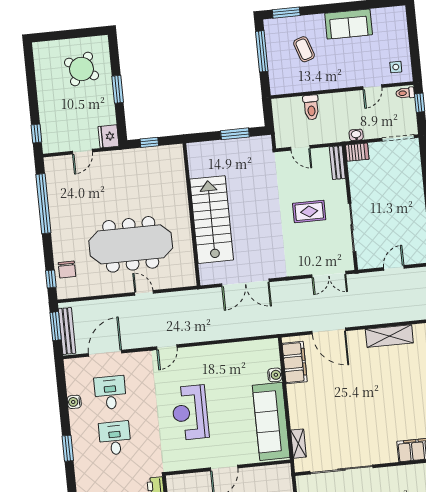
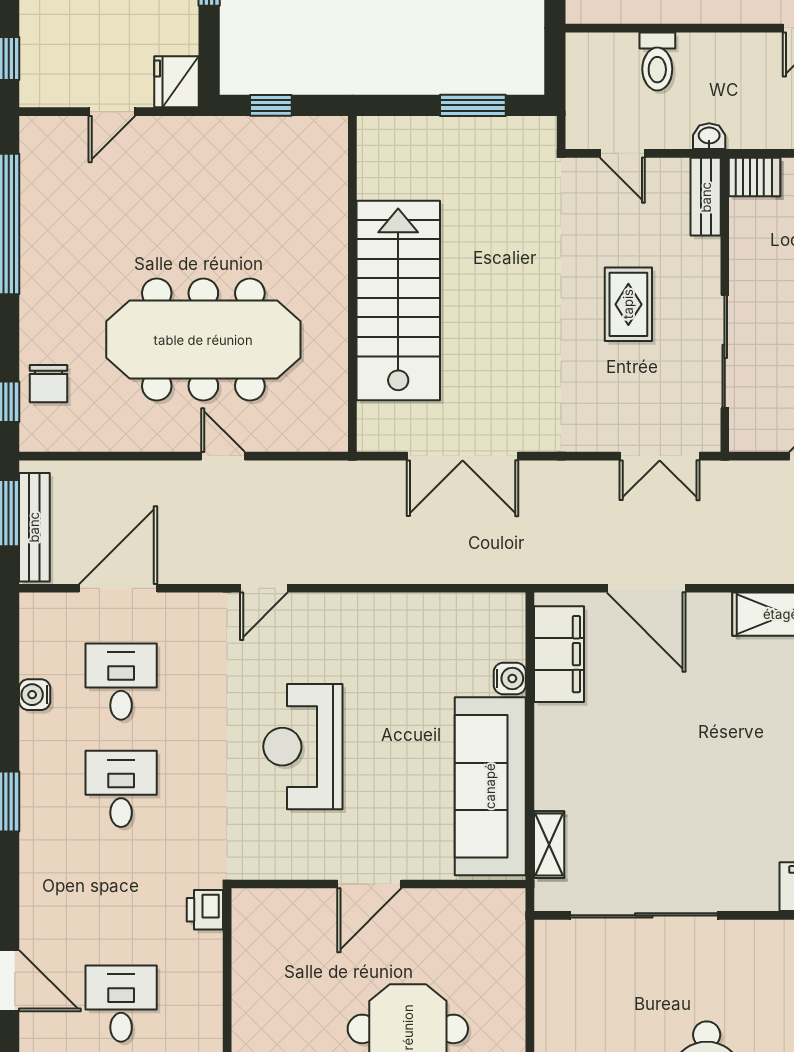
washbasin: (356, 135) -> (709, 136), moved
rug: (309, 211) -> (628, 304), turned 90

